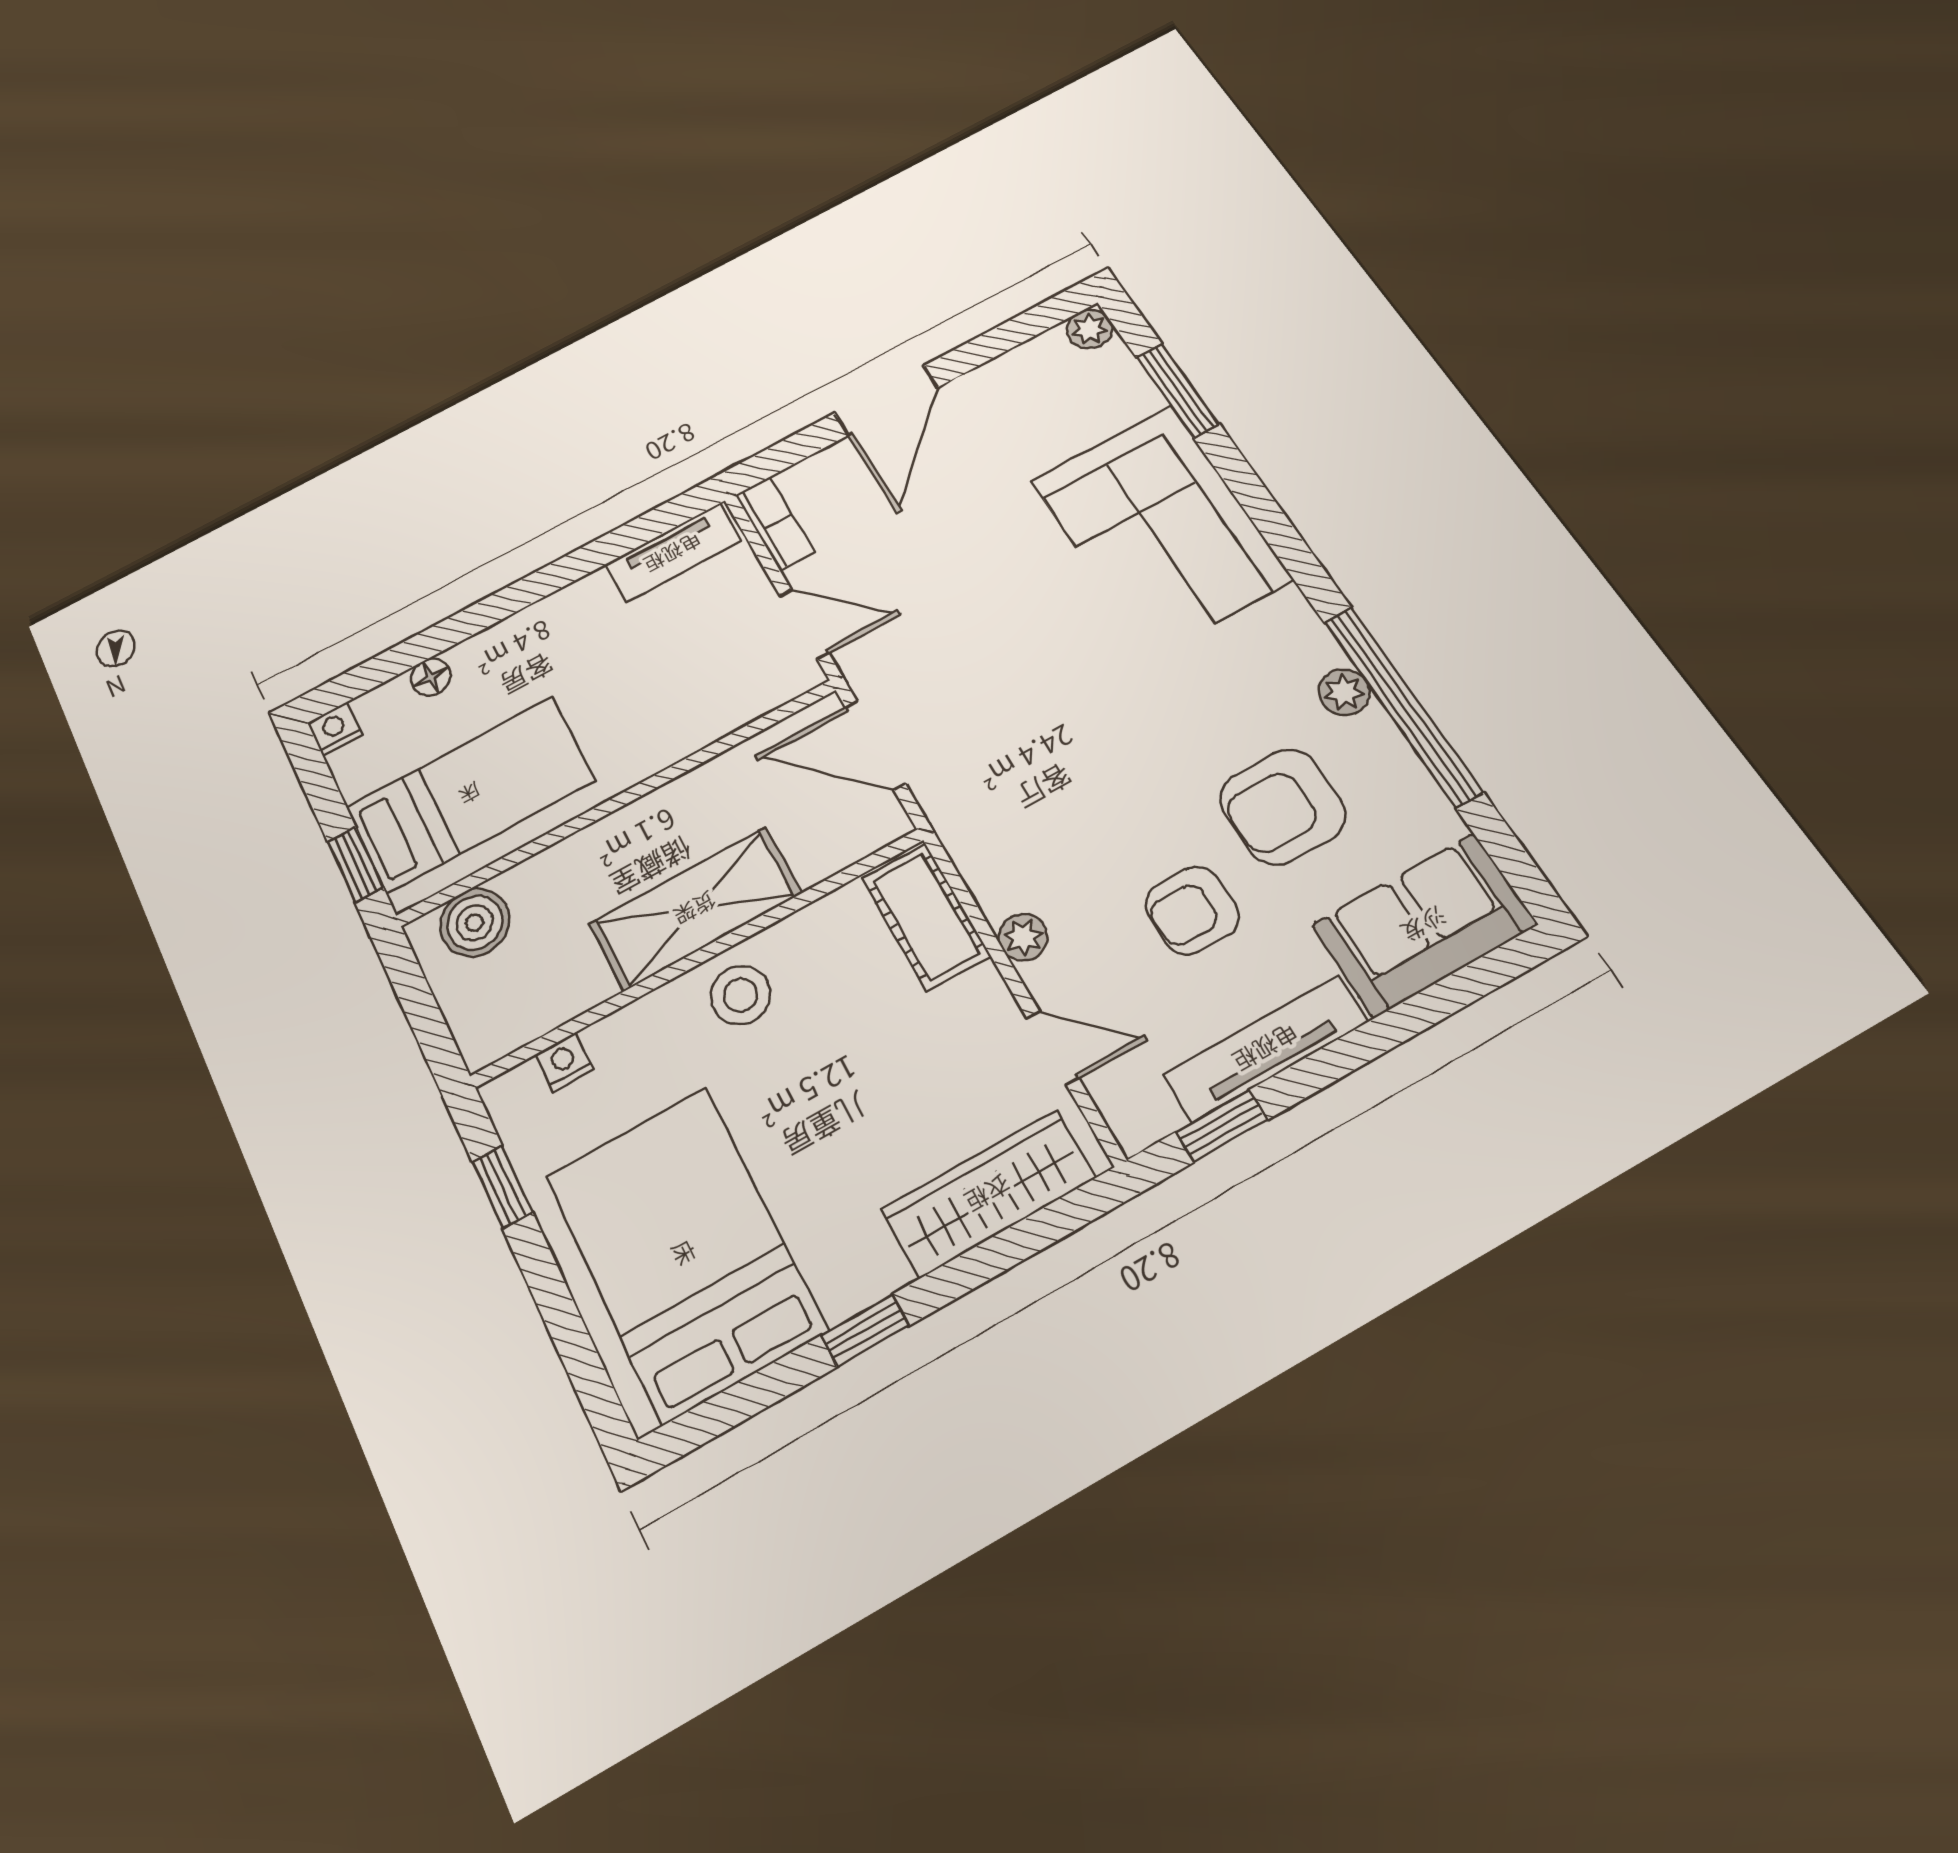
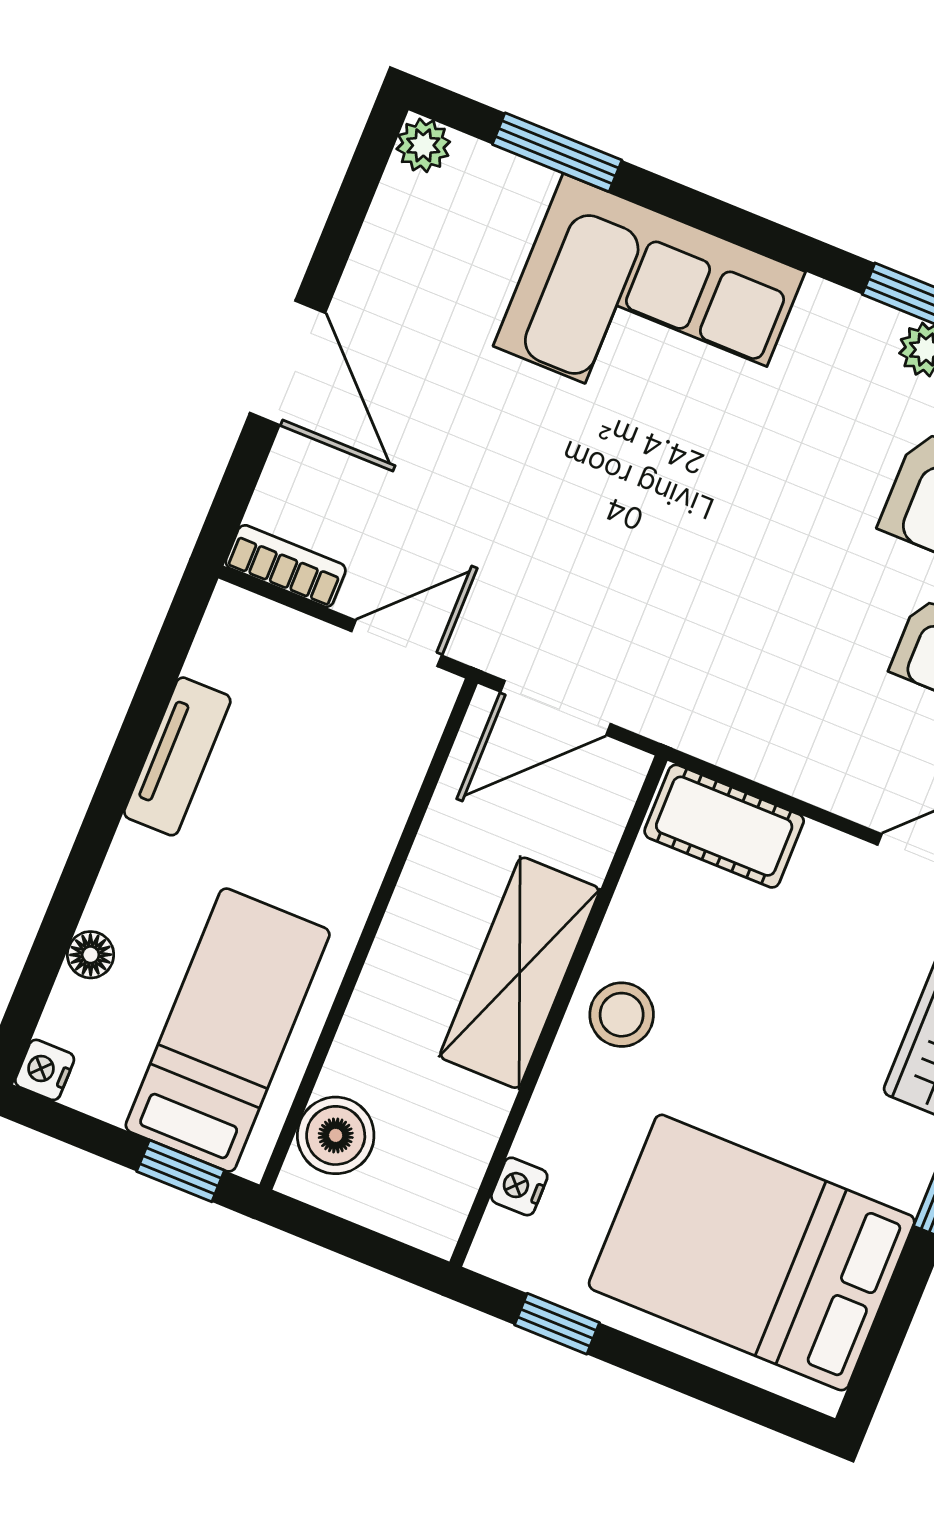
tv unit: (673, 553) -> (177, 756), moved
plant: (1023, 937) -> (820, 780), removed

